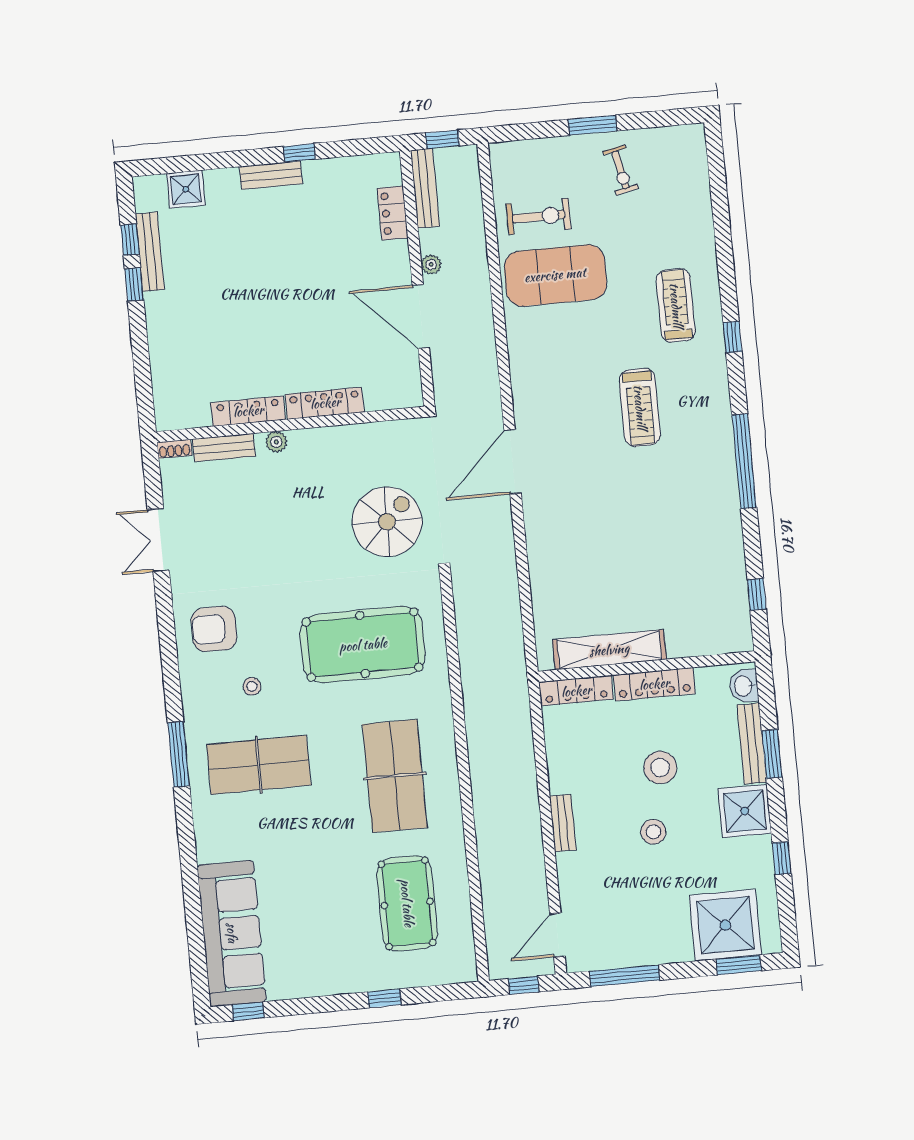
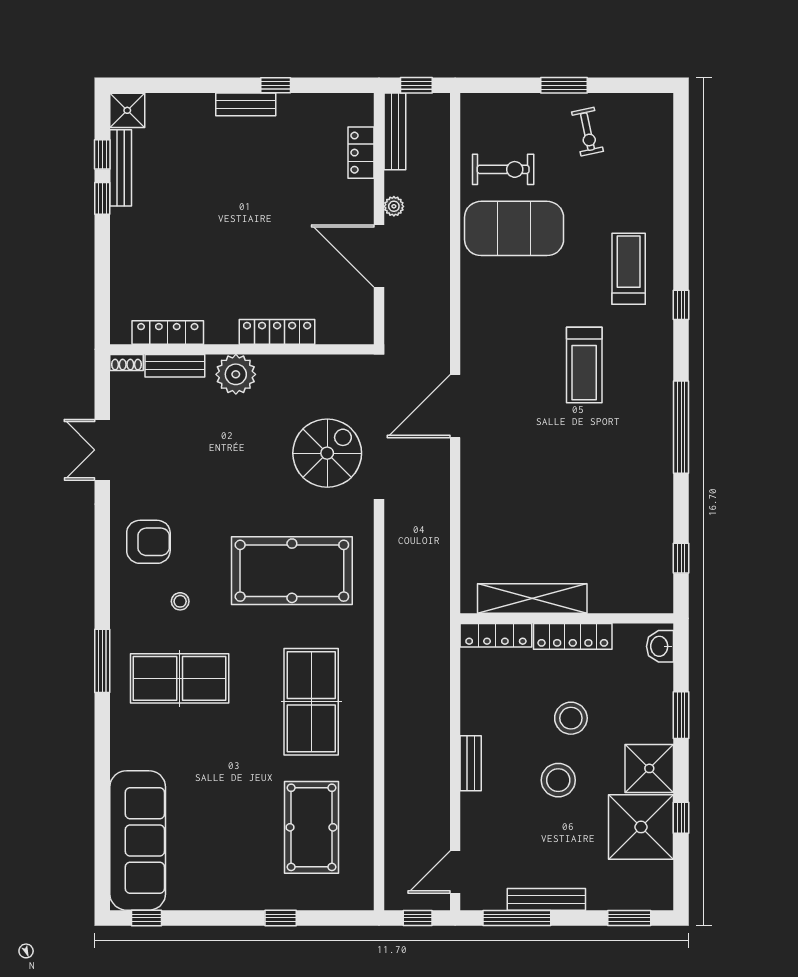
shower: (186, 189) -> (127, 110), moved
locker: (248, 411) -> (168, 332), moved
plant: (276, 442) -> (236, 374), width x1.87, depth x1.87
armchair: (214, 629) -> (148, 542), turned 180
bench: (752, 744) -> (546, 899), moved, turned 90
stool: (653, 832) -> (558, 780), width x1.38, depth x1.38
shower: (725, 925) -> (641, 827), moved

